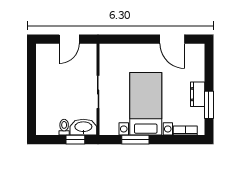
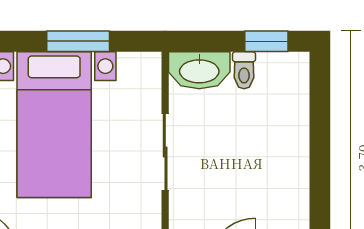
window: (75, 140) -> (266, 41), moved

